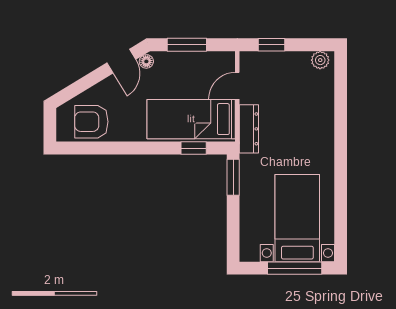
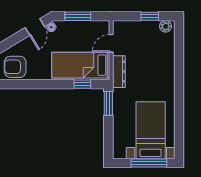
window: (271, 45) -> (150, 16), moved

